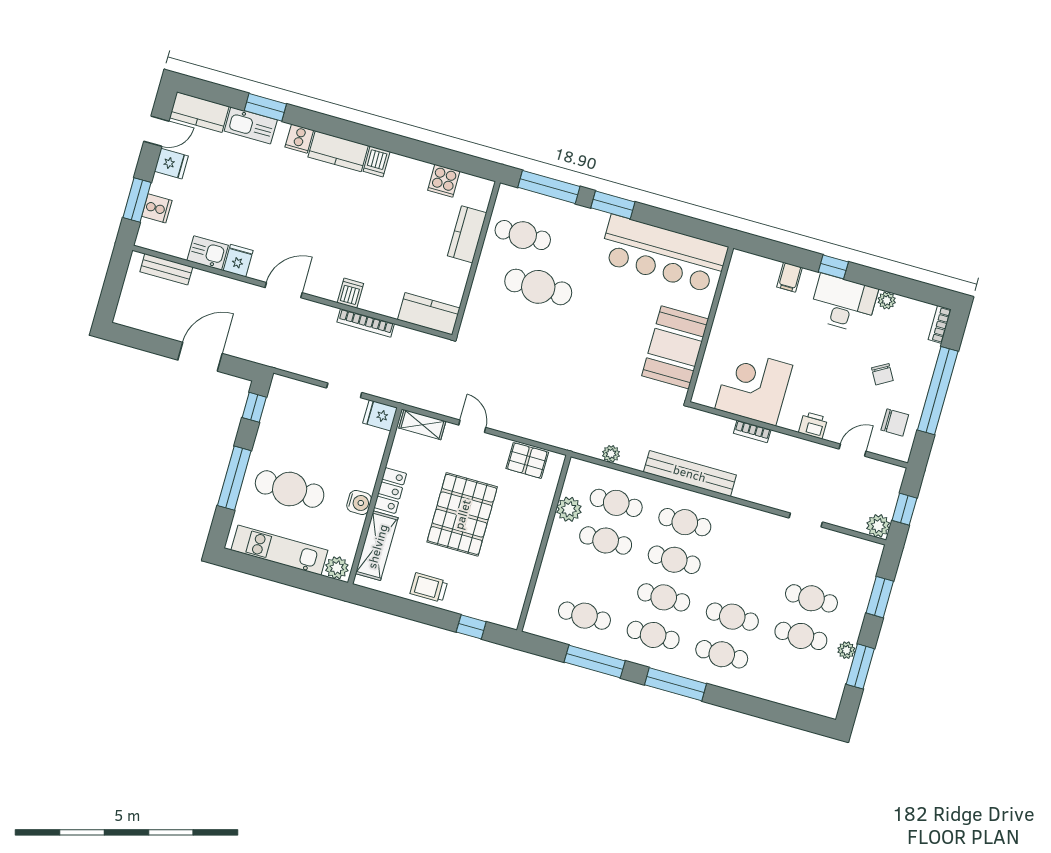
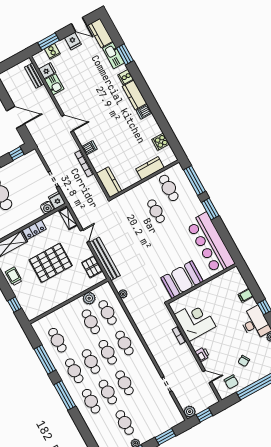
fridge: (238, 261) -> (47, 71), moved
cafe table: (538, 287) -> (156, 211), width x0.73, depth x0.74
bench: (690, 473) -> (105, 259), moved
water cooler: (359, 502) -> (47, 208), moved
cafe table: (811, 598) -> (125, 383), moved

